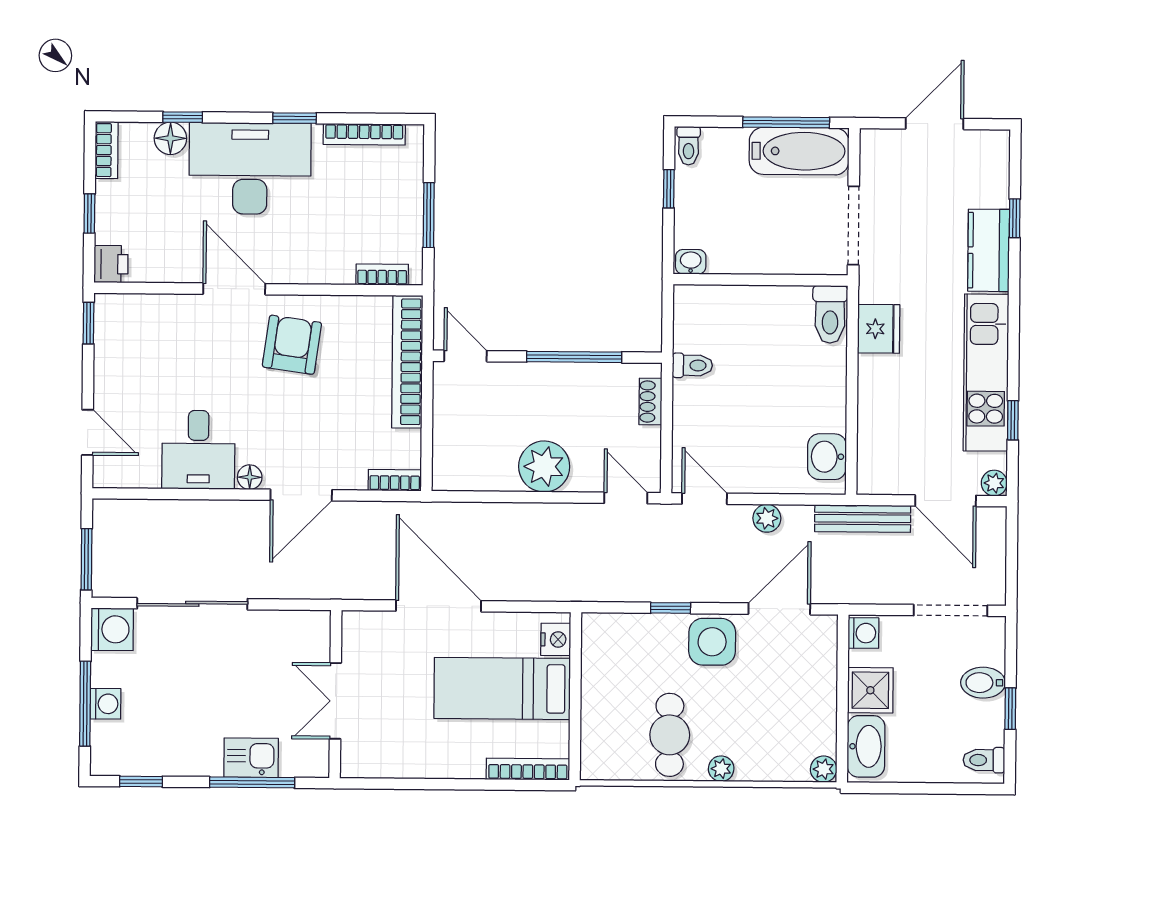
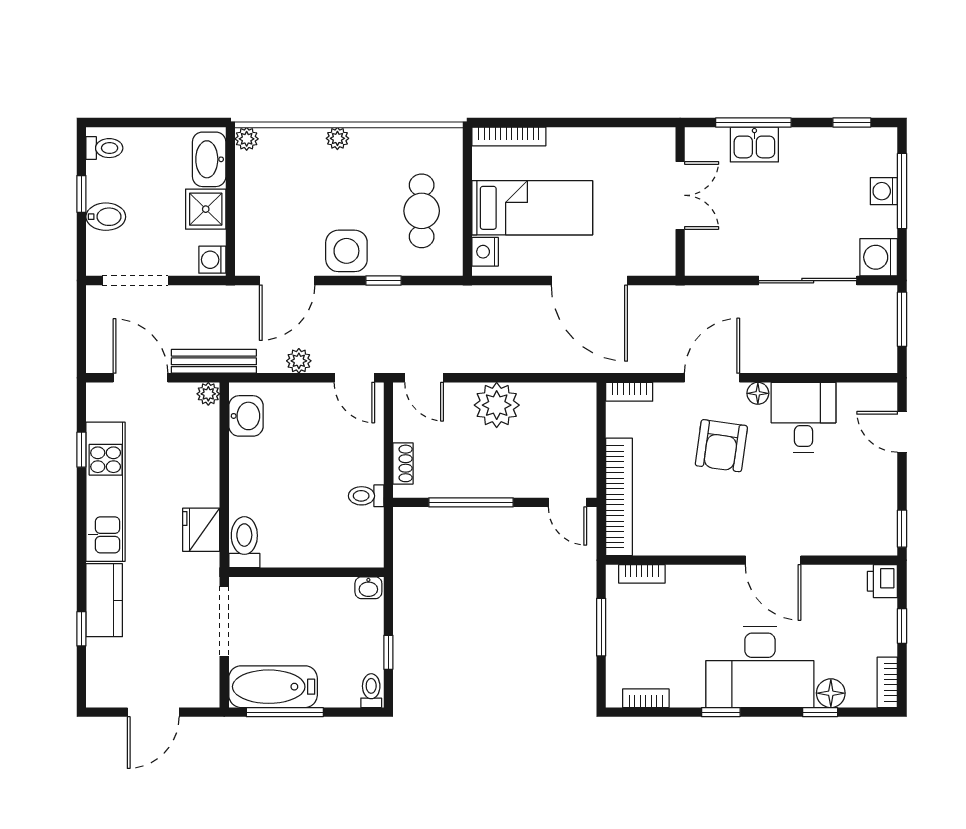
bookcase: (364, 134) -> (646, 698), width x0.64
armchair: (292, 345) -> (721, 446), moved
plant: (994, 483) -> (208, 394), moved
cafe table: (670, 735) -> (422, 211), moved

